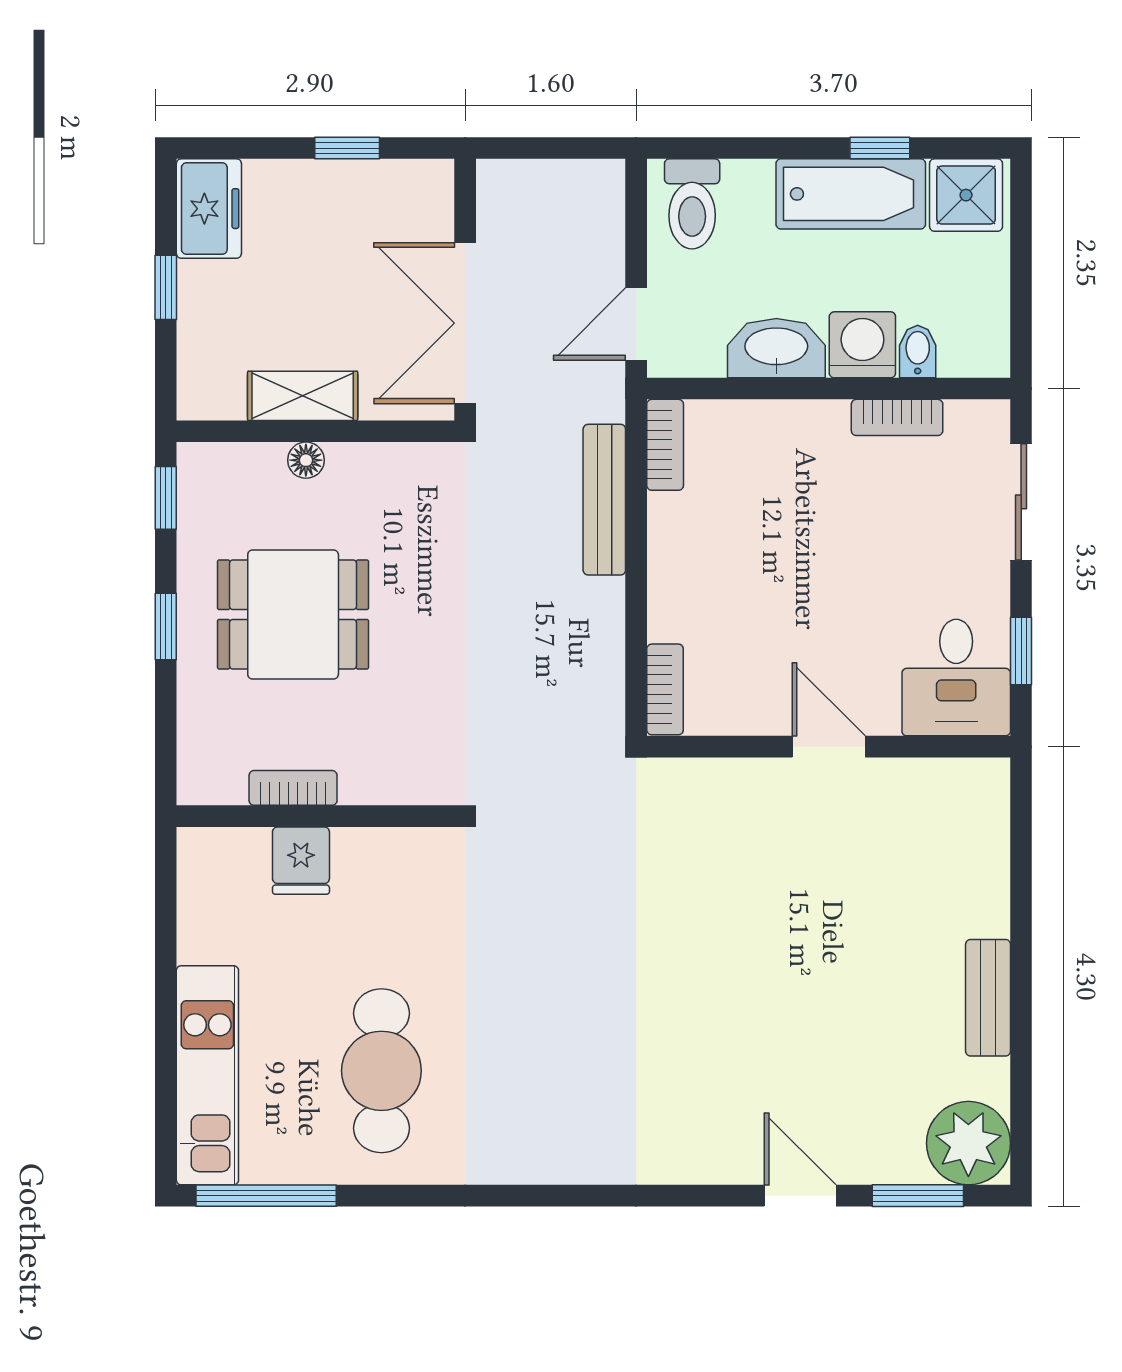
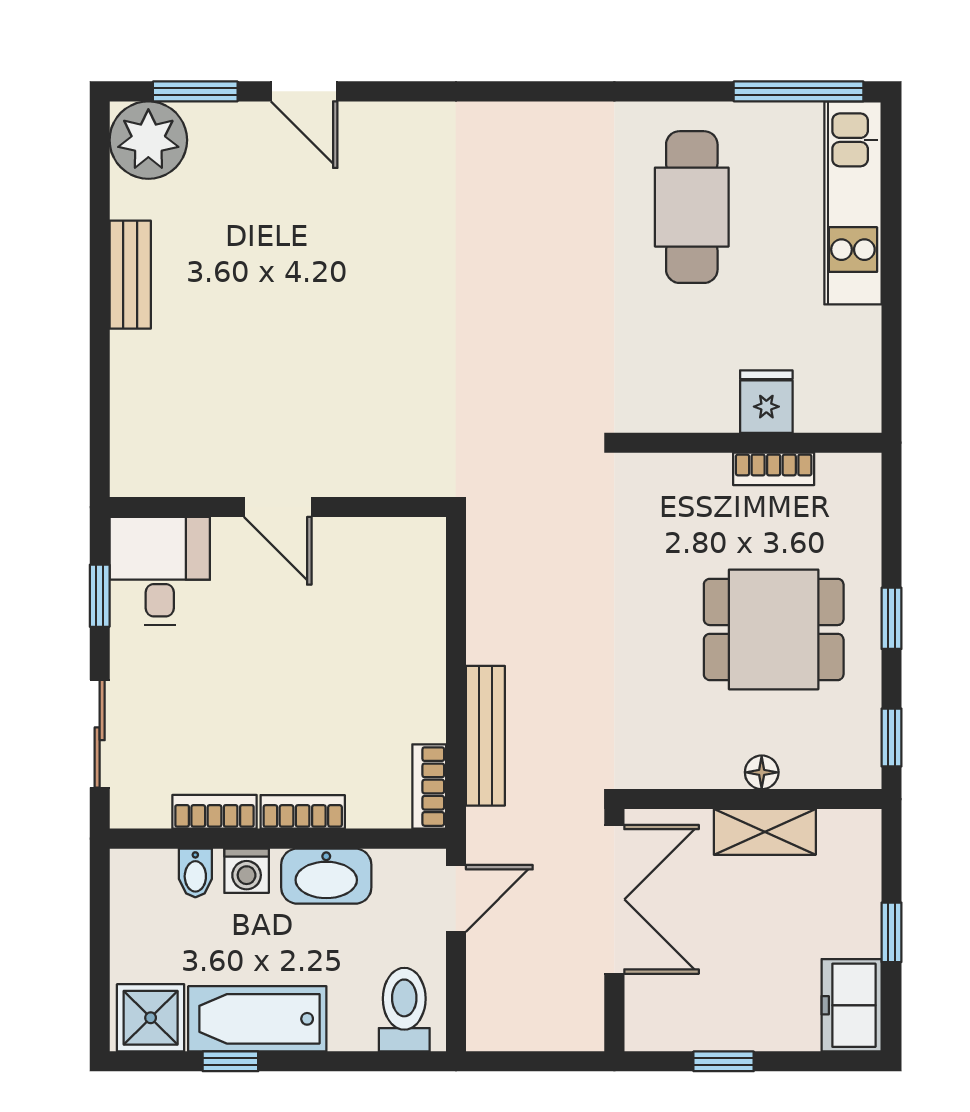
washing machine: (862, 345) -> (247, 871), width x0.73, depth x0.73
bookcase: (665, 689) -> (303, 812), moved, turned 90

